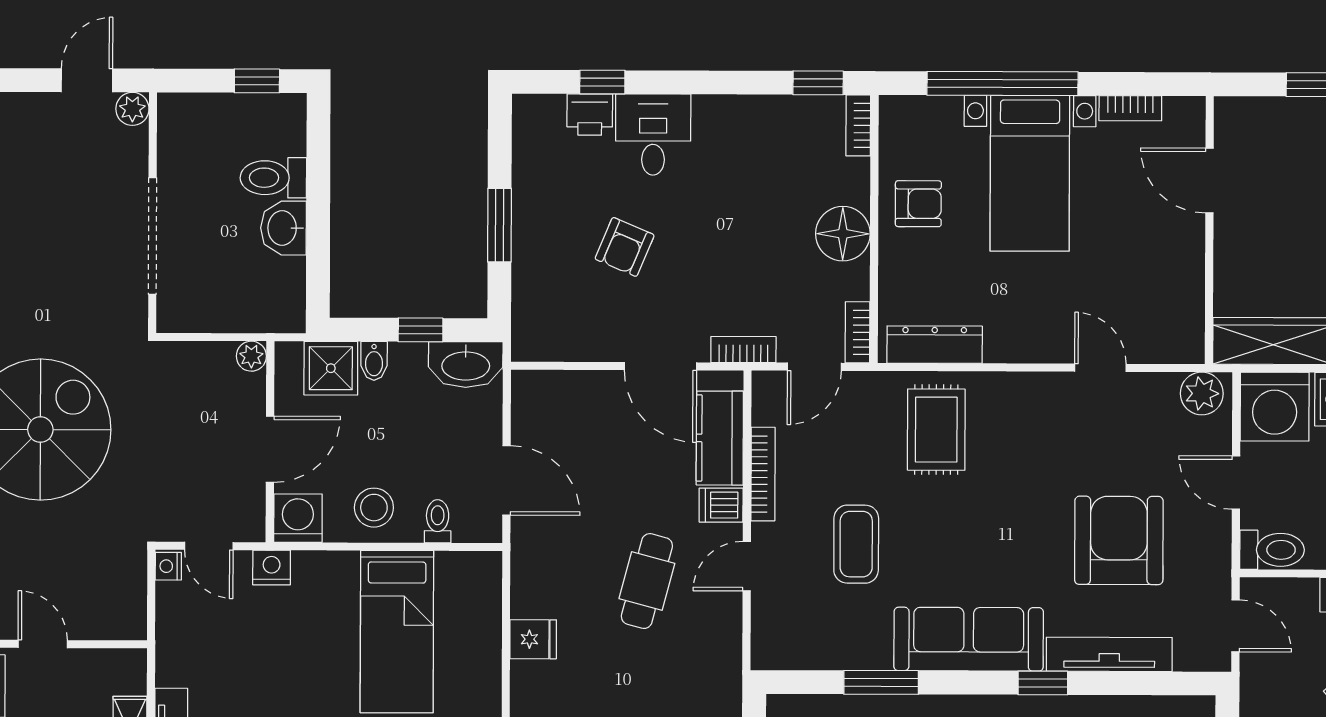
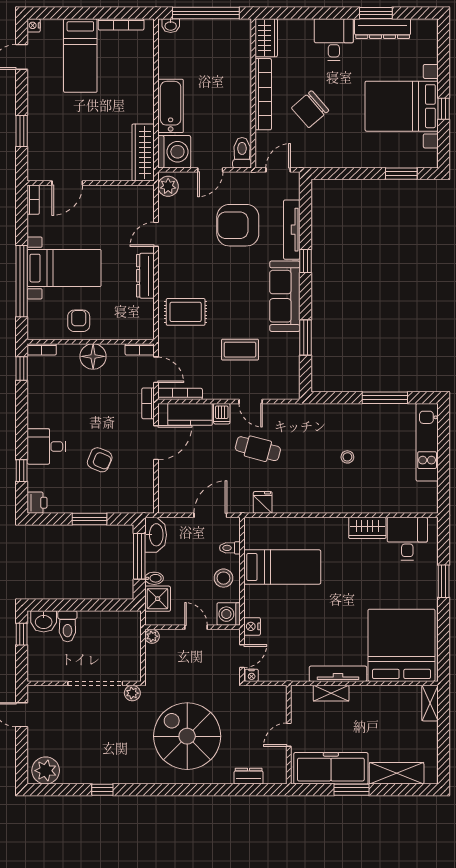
bookcase: (1130, 108) -> (33, 200), moved
plant: (132, 109) -> (132, 693), moved
printer: (590, 115) -> (37, 503), moved
washbasin: (283, 228) -> (44, 621), moved
window: (421, 330) -> (139, 556), width x2.17
dresser: (935, 345) -> (145, 276), moved
door: (270, 449) -> (196, 627), width x0.73
bookcase: (763, 474) -> (180, 394), moved
fridge: (533, 639) -> (263, 502), moved

